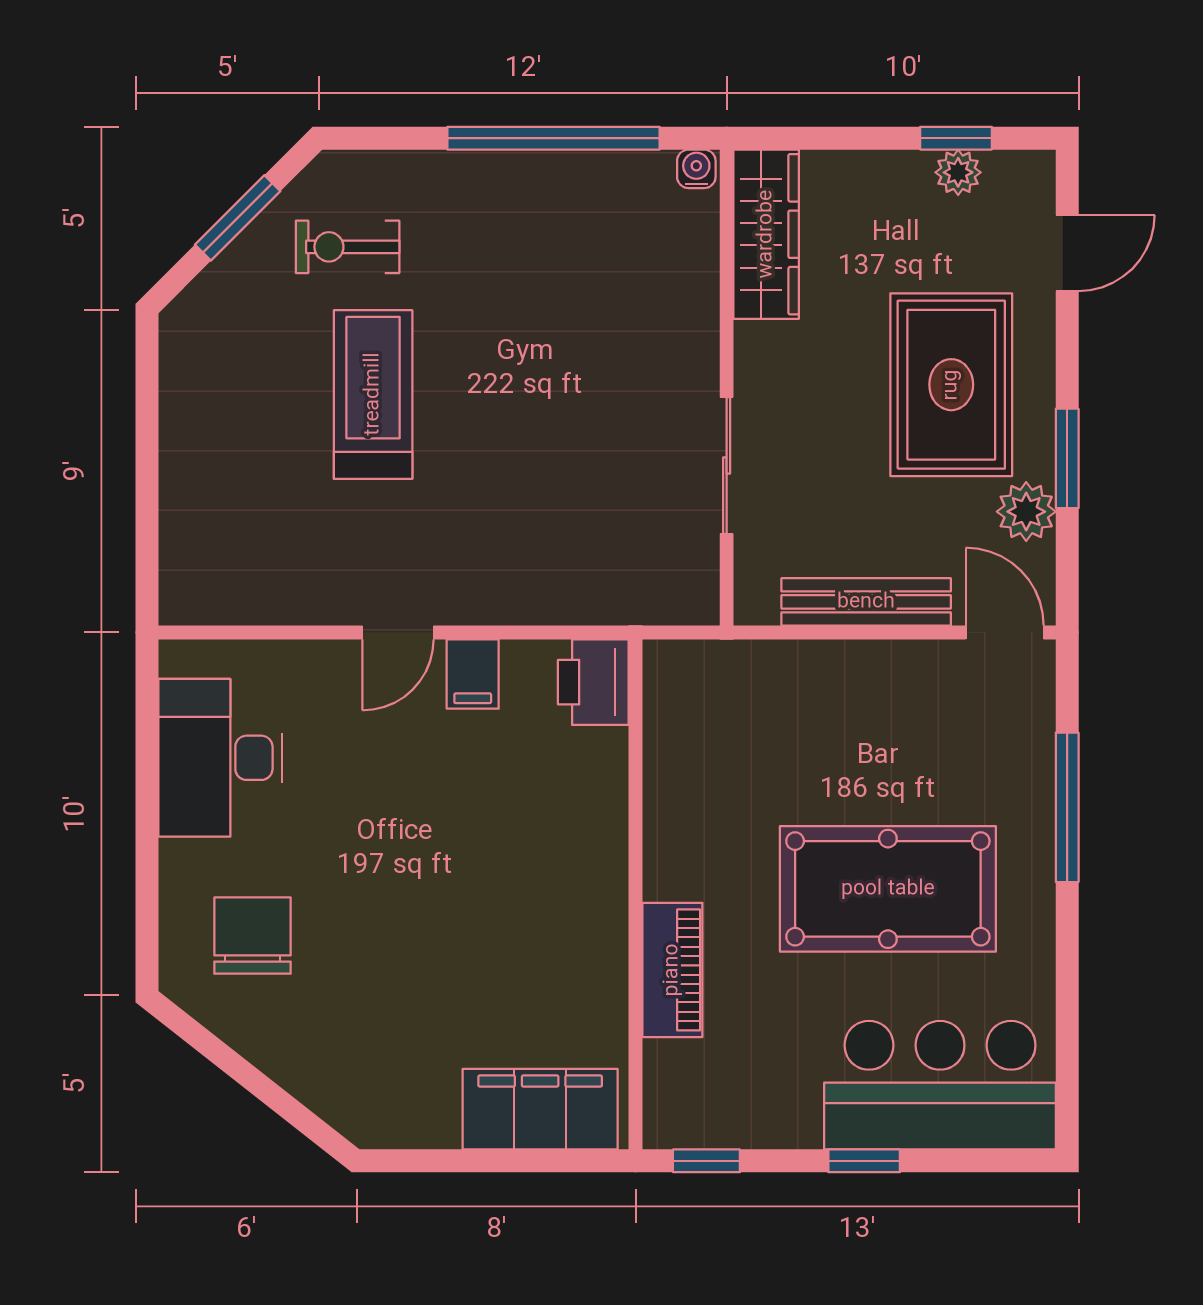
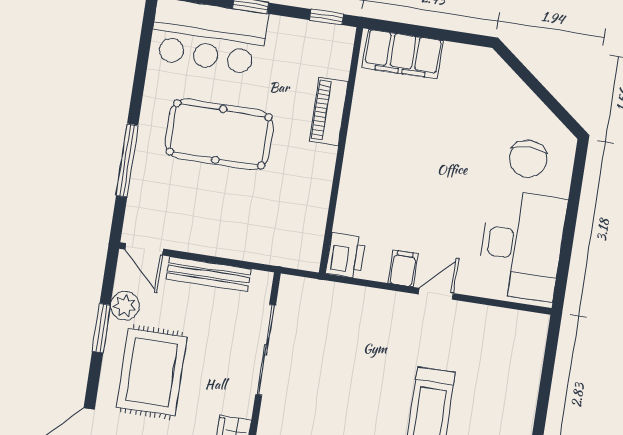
sliding door: (727, 465) -> (266, 350), width x1.37
desk: (220, 758) -> (522, 245), width x1.36, depth x1.30

